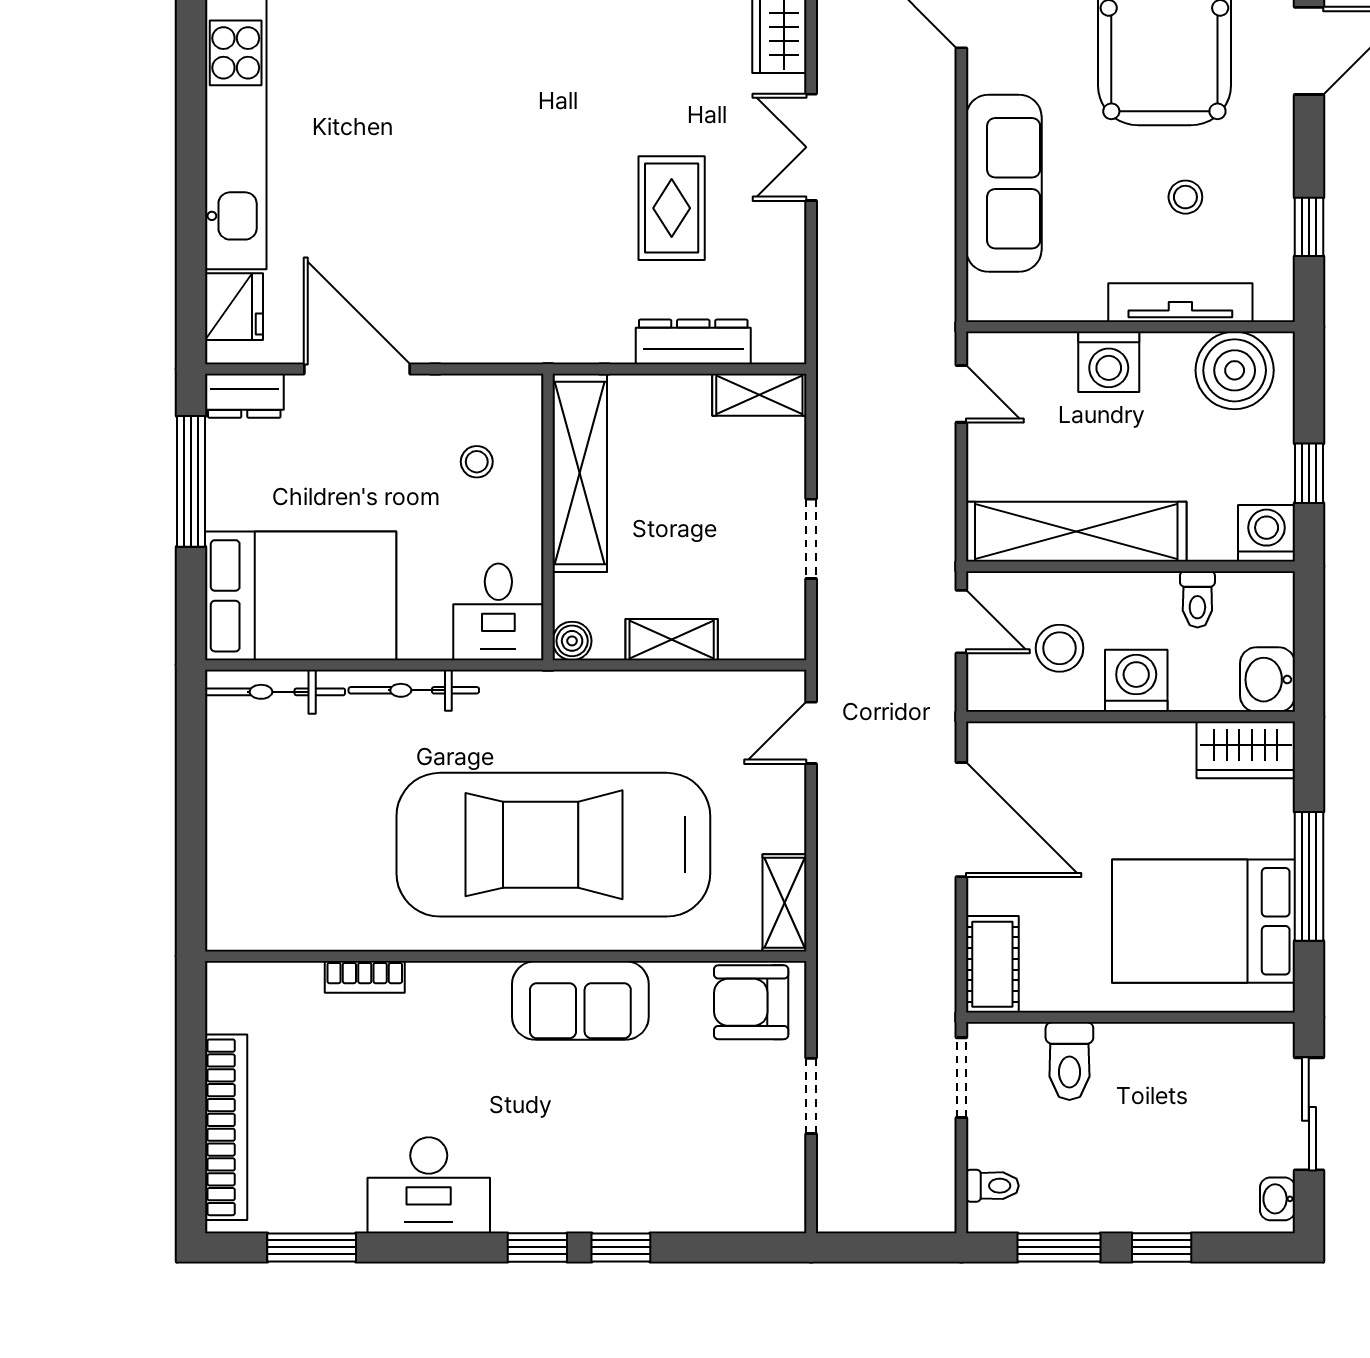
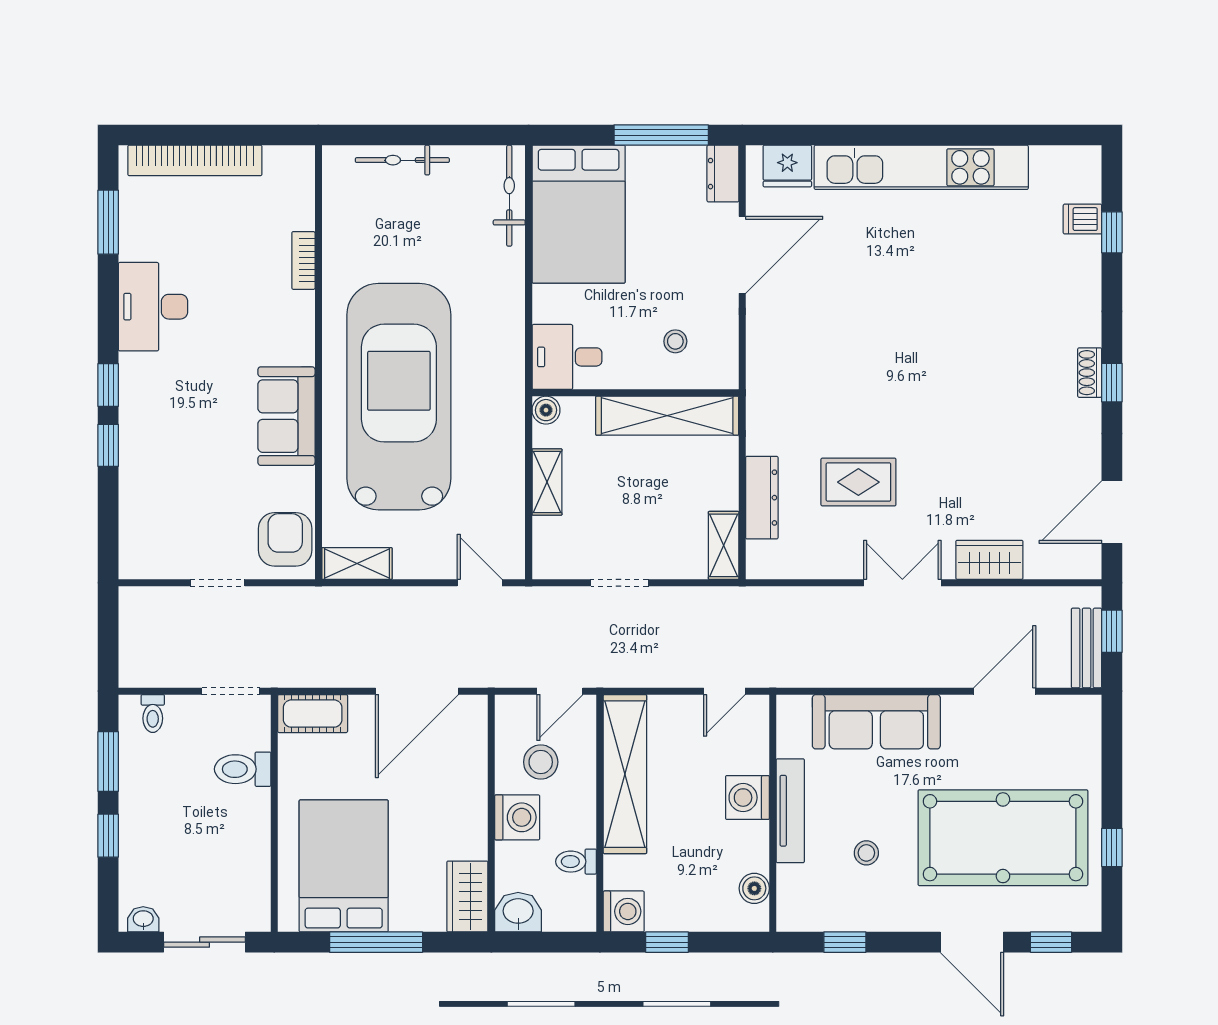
tv unit: (1180, 303) -> (790, 811), moved
boiler: (1235, 370) -> (754, 888), width x0.54, depth x0.54
bicycle: (414, 690) -> (402, 160), moved, turned -90

